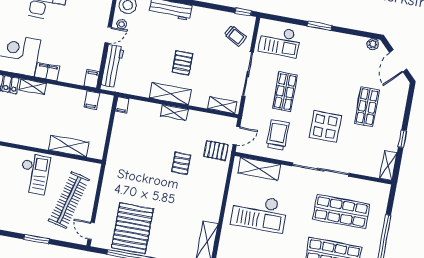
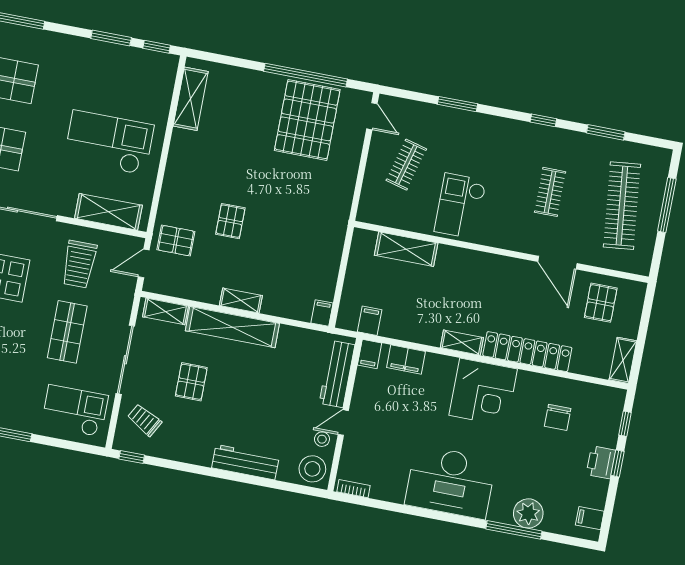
pallet: (183, 63) -> (191, 382), moved
filing cabinet: (47, 72) -> (406, 360), moved
shelving: (170, 94) -> (232, 327), width x1.47
clothes rail: (69, 200) -> (406, 165), width x0.54, depth x0.76

